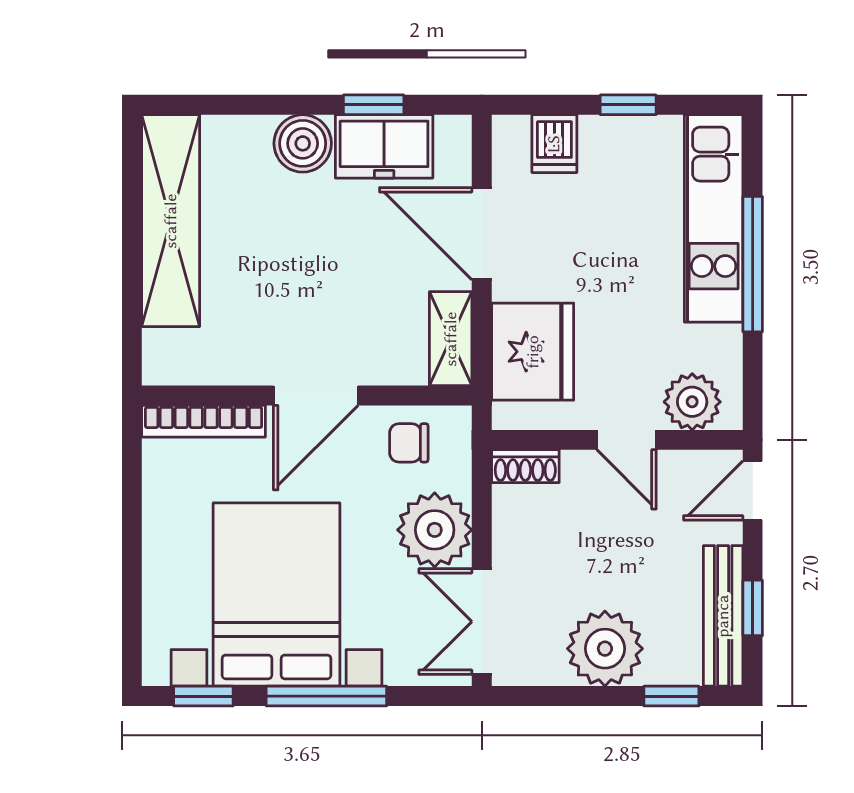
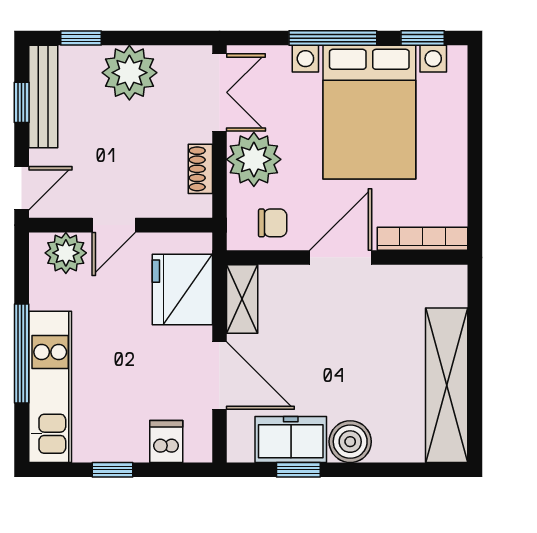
door: (626, 440) -> (114, 225), swing flipped
shoe rack: (525, 466) -> (200, 169), moved, turned -90

